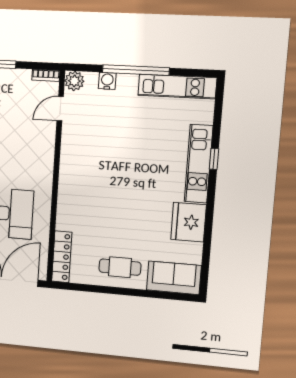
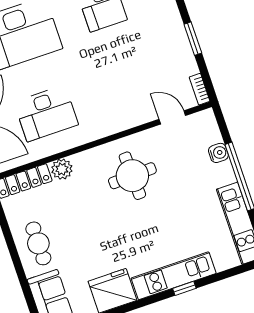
plant: (74, 81) -> (62, 169), moved
round table: (96, 163) -> (132, 176), added

